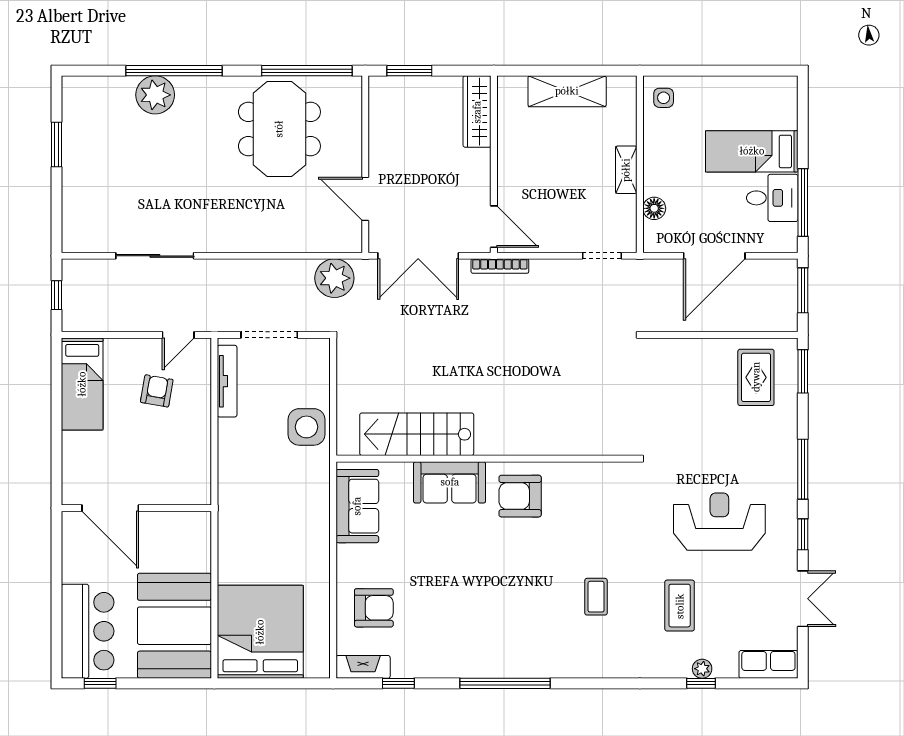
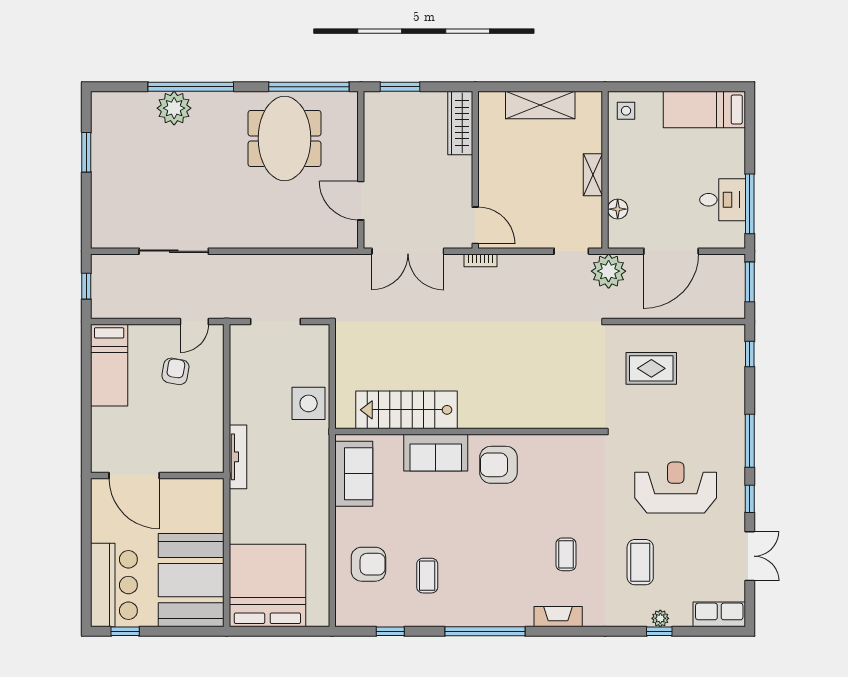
bed: (752, 151) -> (704, 110), moved
bookcase: (500, 266) -> (481, 260), width x0.64
plant: (334, 278) -> (609, 271), moved
window: (803, 371) -> (750, 354), width x0.67
rug: (756, 377) -> (651, 368), moved, turned 90
tv unit: (227, 381) -> (238, 457), moved
coffee table: (440, 621) -> (427, 576), added
fireplace: (363, 667) -> (558, 617), moved

